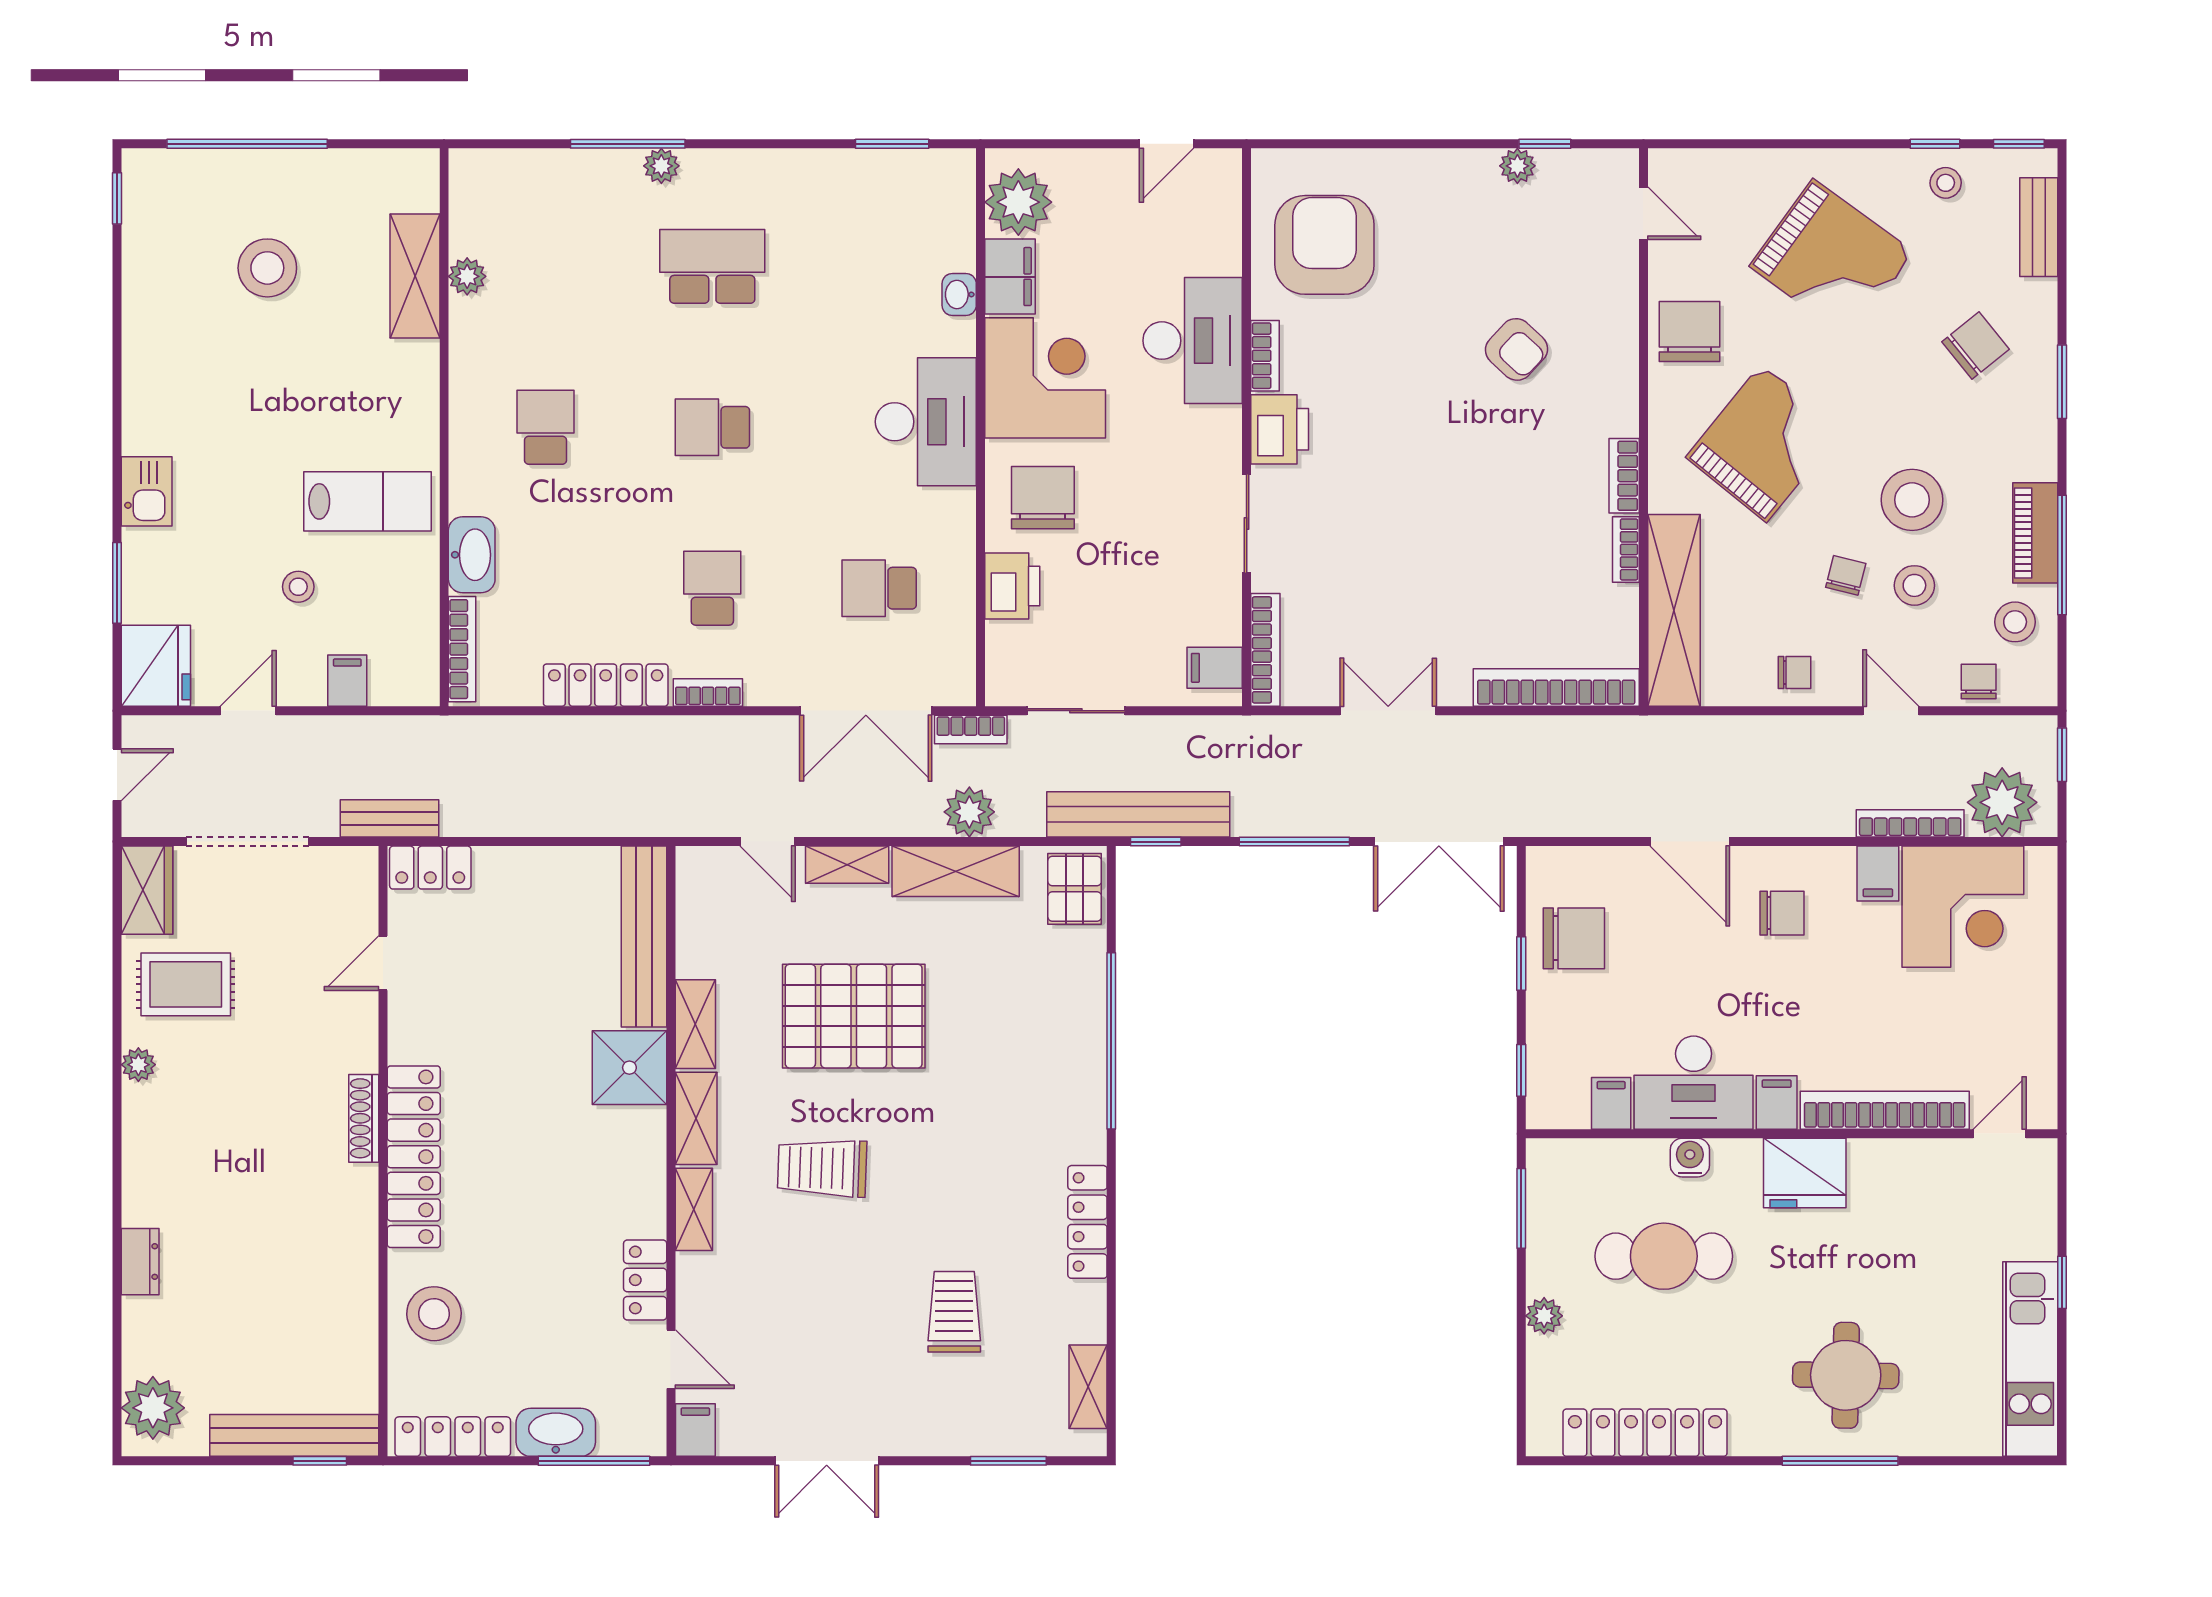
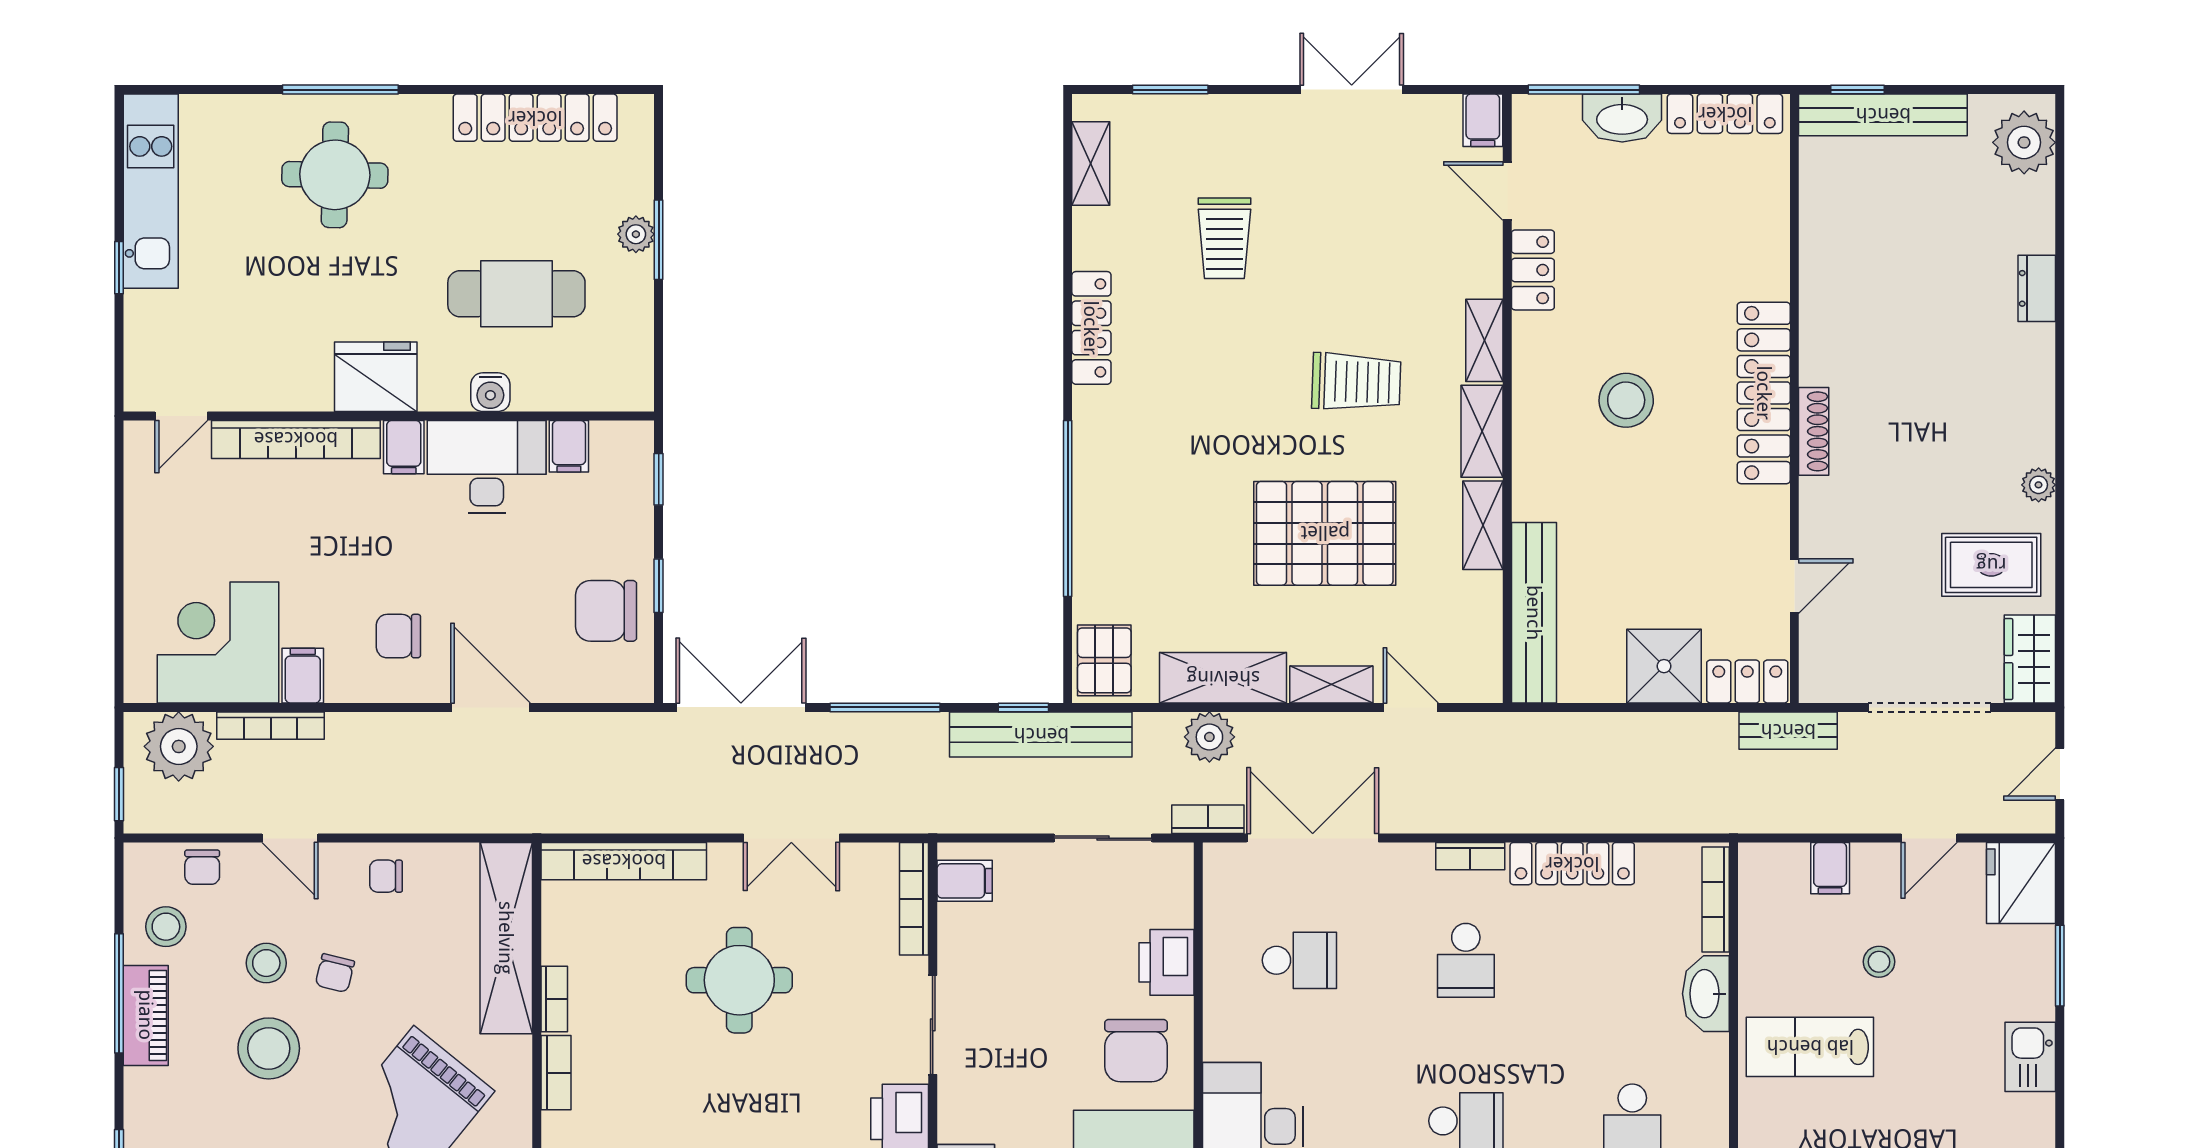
round table: (1440, 568) -> (739, 980), added
shower: (629, 1068) -> (1664, 666), moved
window: (1521, 1208) -> (659, 240), moved
stool: (434, 1314) -> (1626, 400), moved

